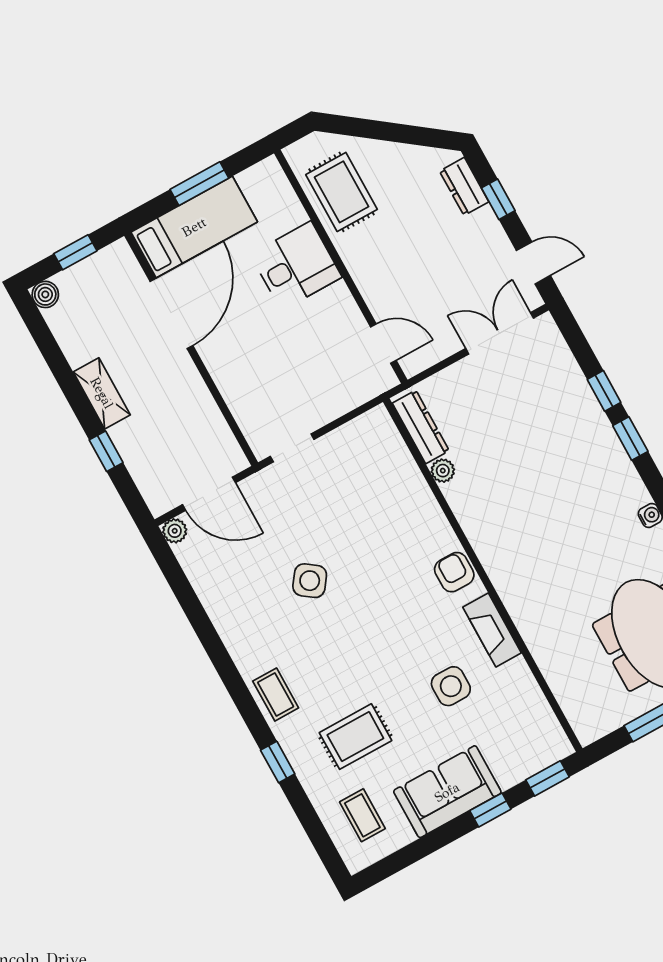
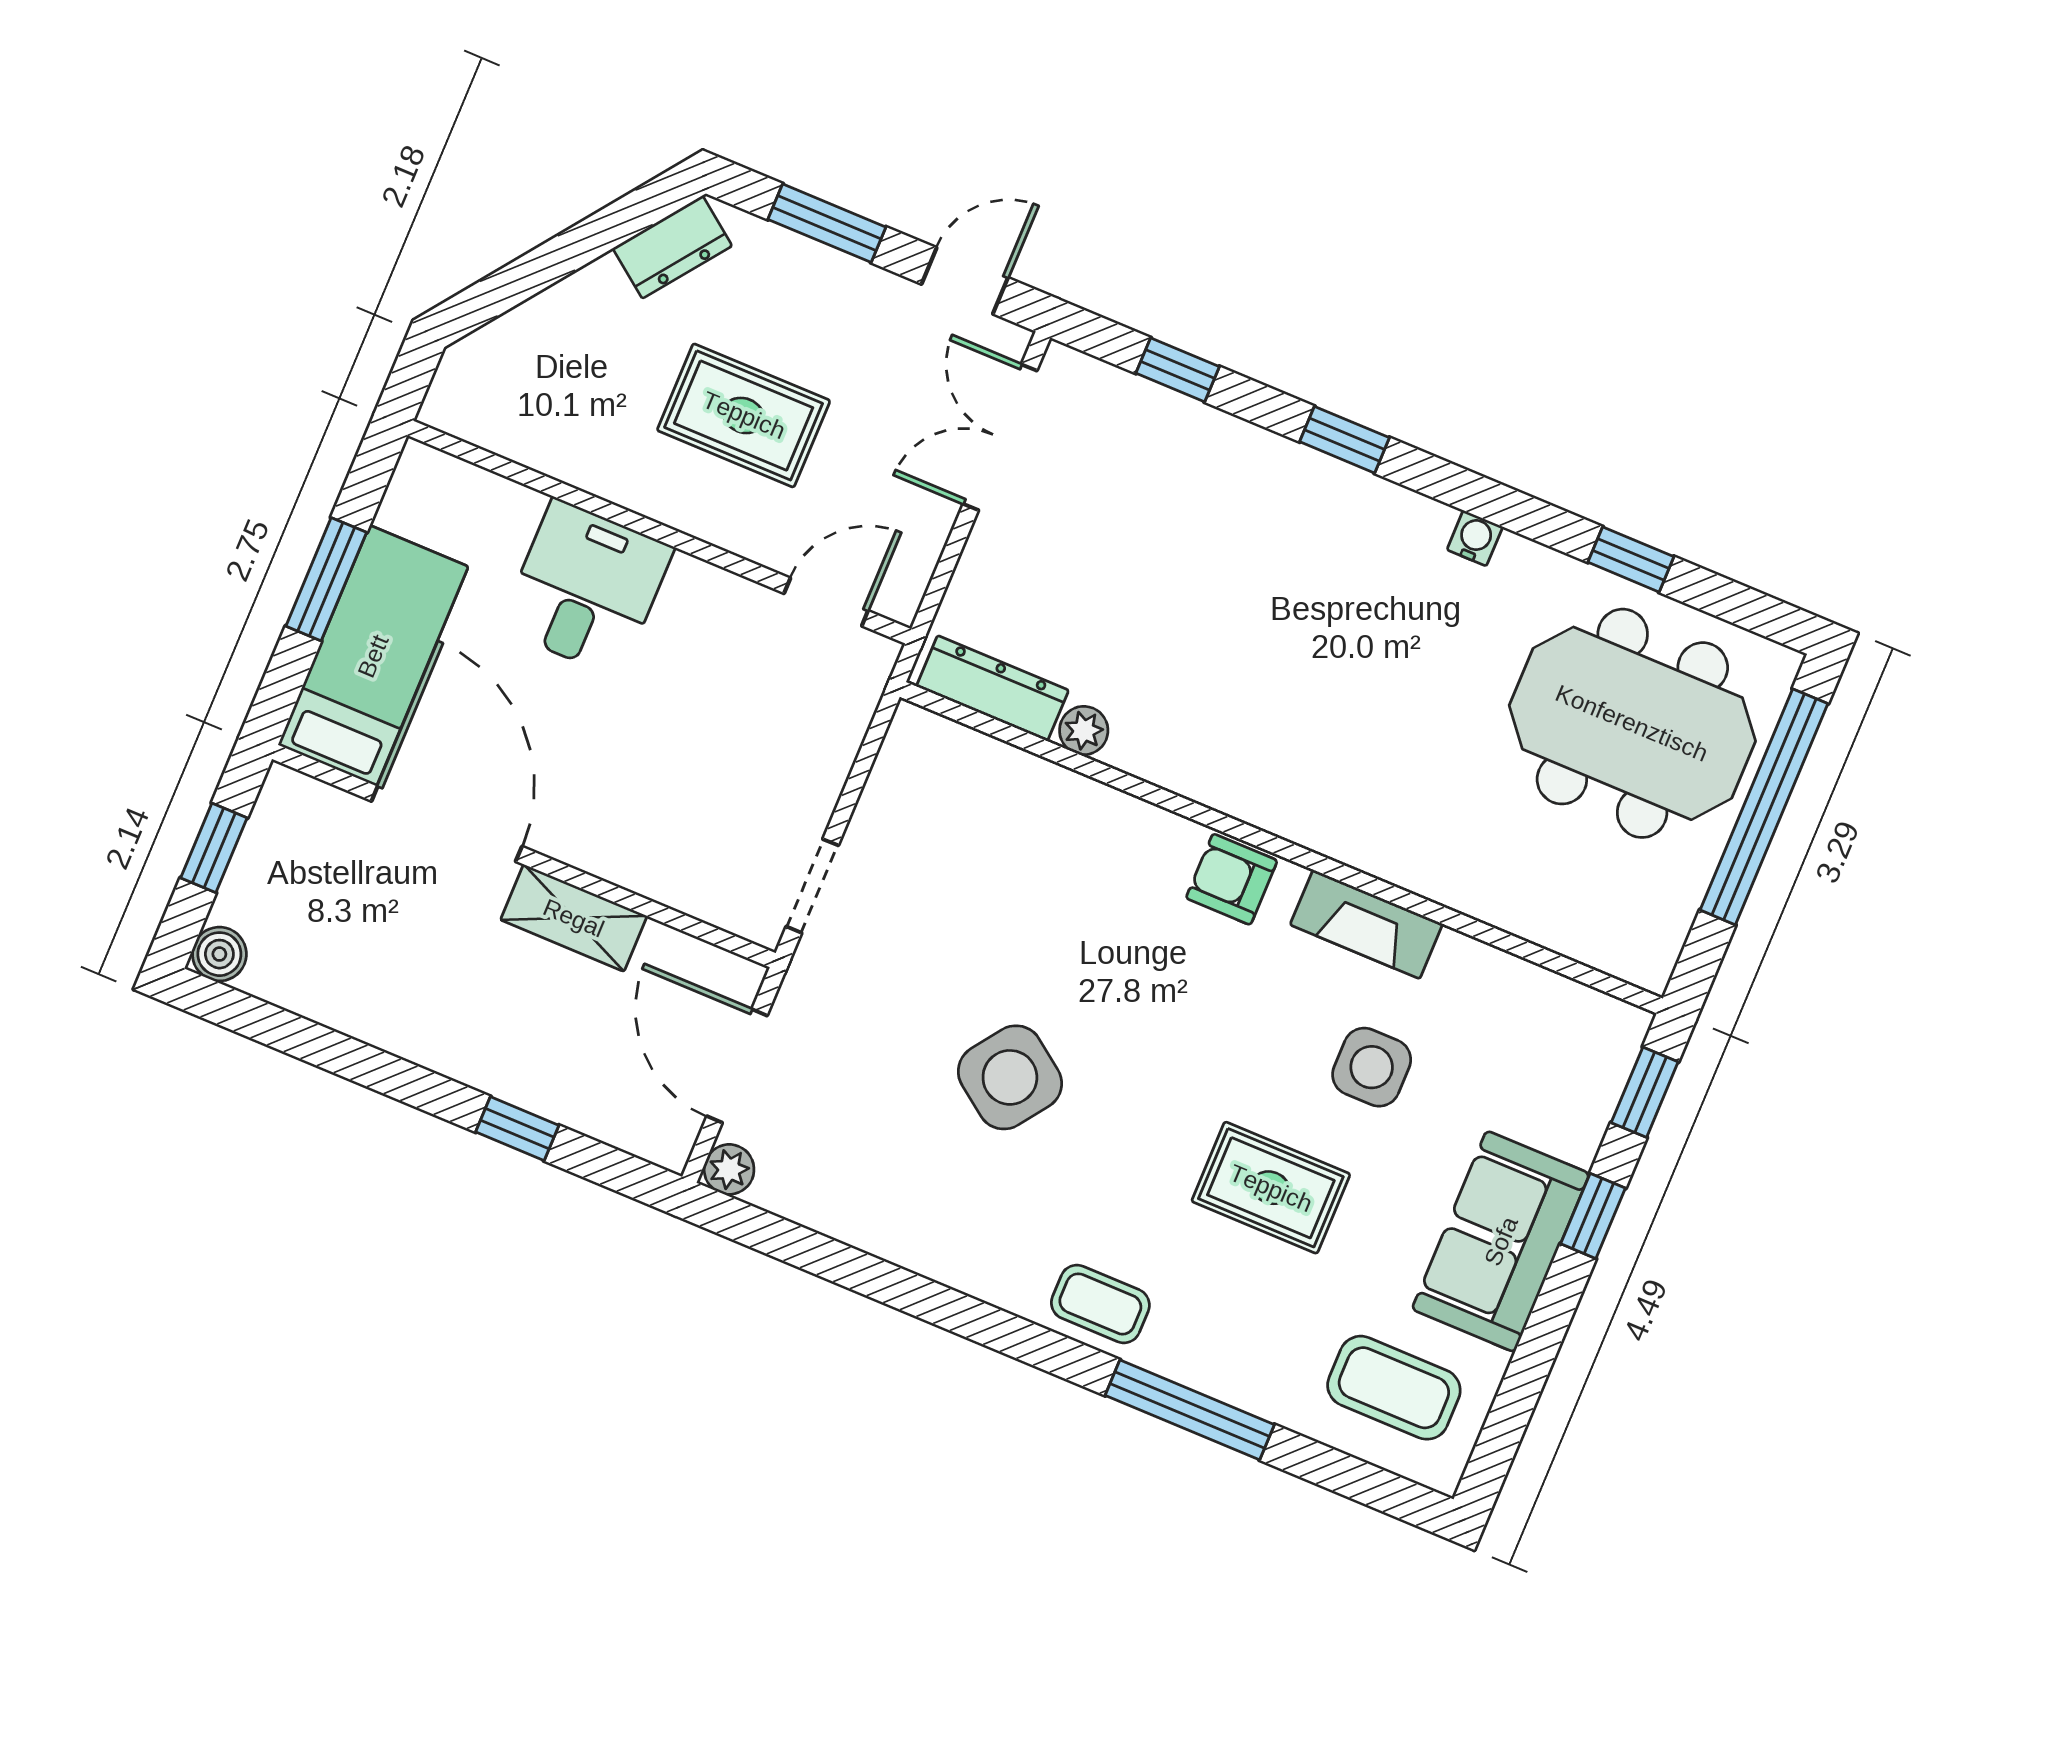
dresser: (464, 186) -> (672, 247), moved, turned -53
rug: (342, 192) -> (744, 415), moved
window: (498, 199) -> (827, 223), width x1.50
window: (604, 391) -> (1178, 370), moved
shelving: (102, 393) -> (574, 918), moved
door: (209, 494) -> (737, 1066), swing flipped
side table: (310, 581) -> (1010, 1077), width x1.37, depth x1.37
rug: (355, 737) -> (1271, 1188), moved, turned 90
window: (278, 762) -> (1190, 1410), width x2.17
coffee table: (362, 815) -> (1394, 1388), width x1.36, depth x1.30

